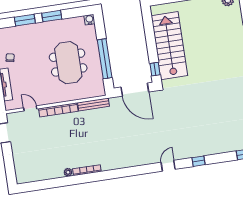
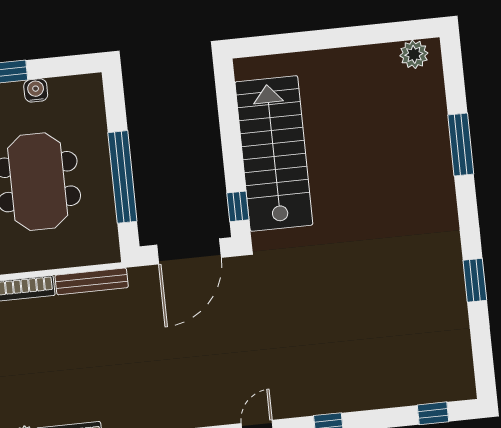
water cooler: (89, 20) -> (36, 90), moved
door: (135, 90) -> (189, 251), hinge flipped

